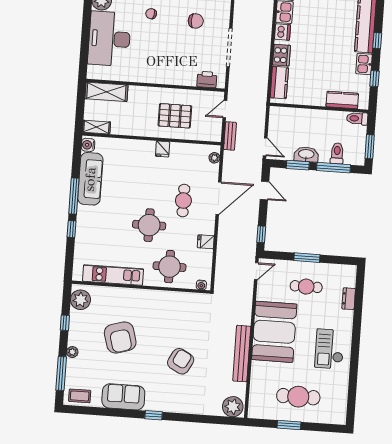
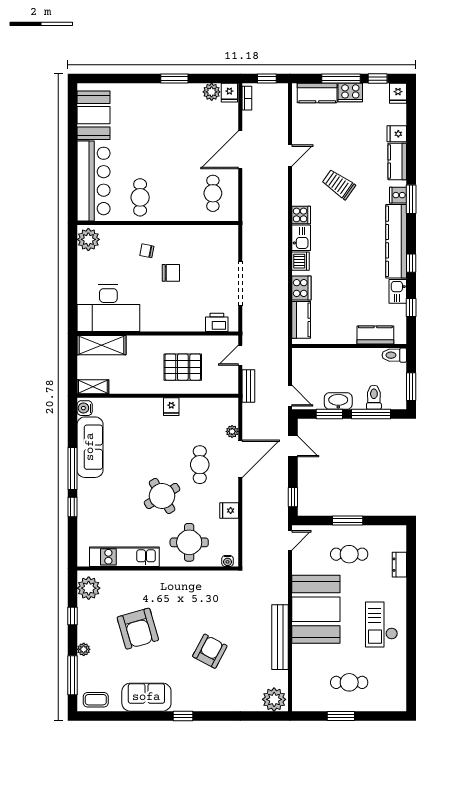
chair: (196, 21) -> (171, 273), moved
desk: (109, 39) -> (108, 308), moved, turned -90
plant: (214, 158) -> (232, 431), moved
round table: (149, 225) -> (162, 496), turned -31
cafe table: (298, 397) -> (349, 682), width x0.73, depth x0.74

